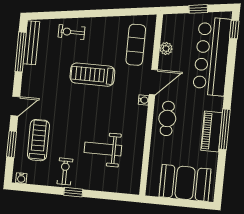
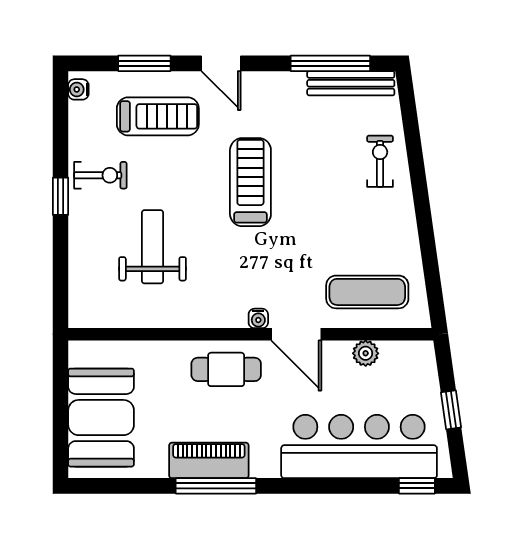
treadmill: (92, 75) -> (250, 182), moved

